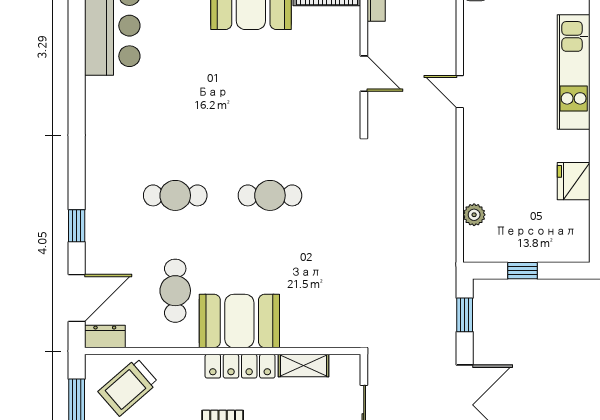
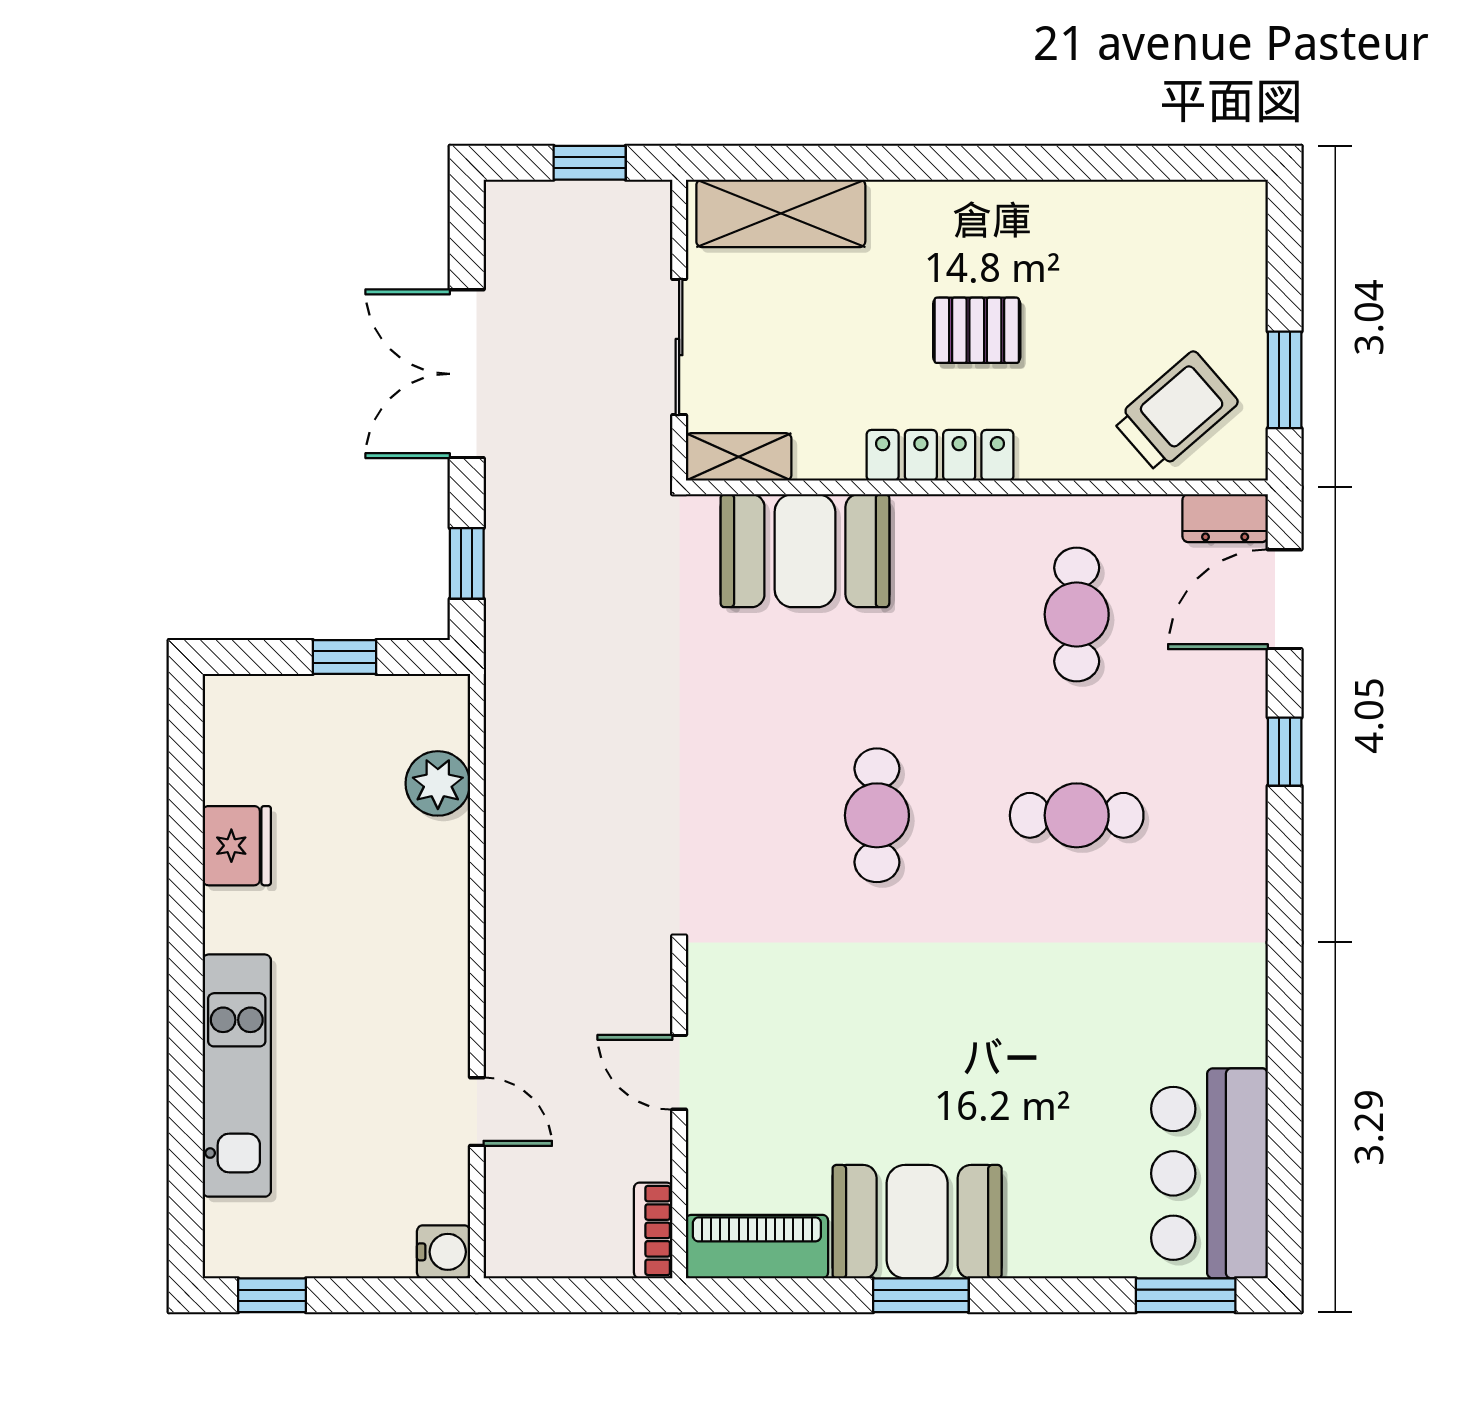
door: (460, 92) -> (477, 1112), moved
cafe table: (270, 195) -> (877, 815), turned 90
plant: (474, 215) -> (438, 783), width x1.38, depth x1.38
booth: (239, 321) -> (805, 551), moved
shelving: (304, 365) -> (739, 457), moved

